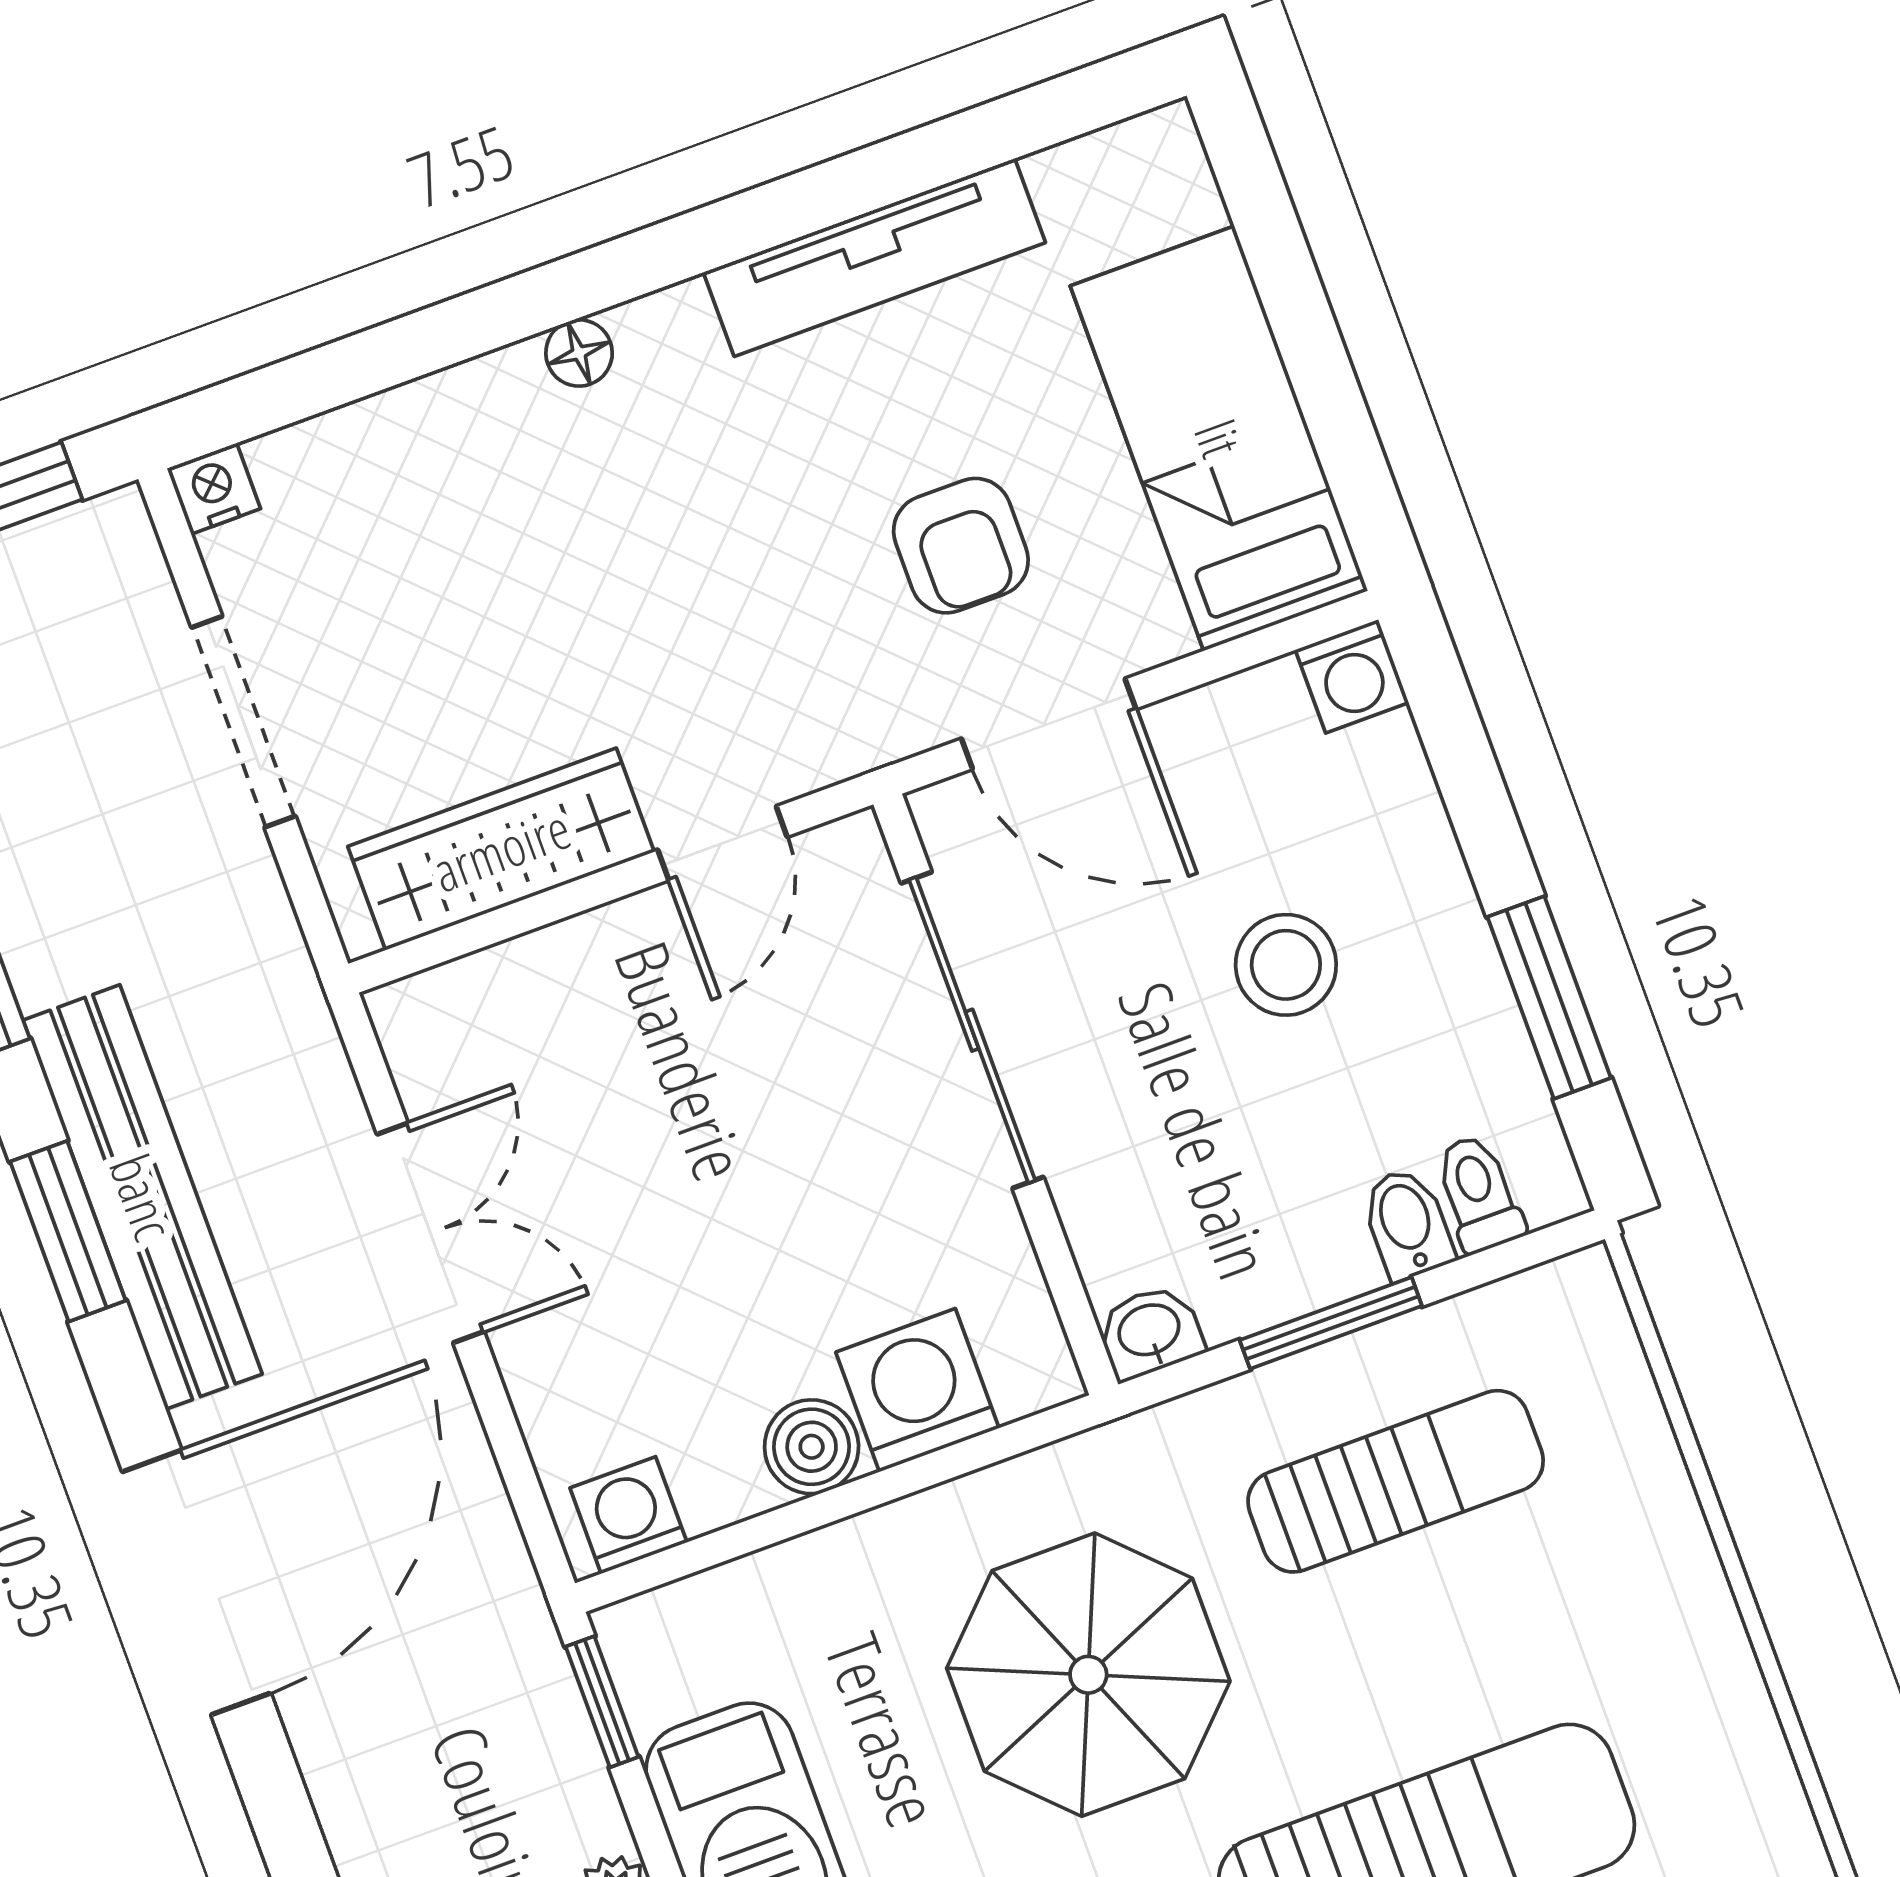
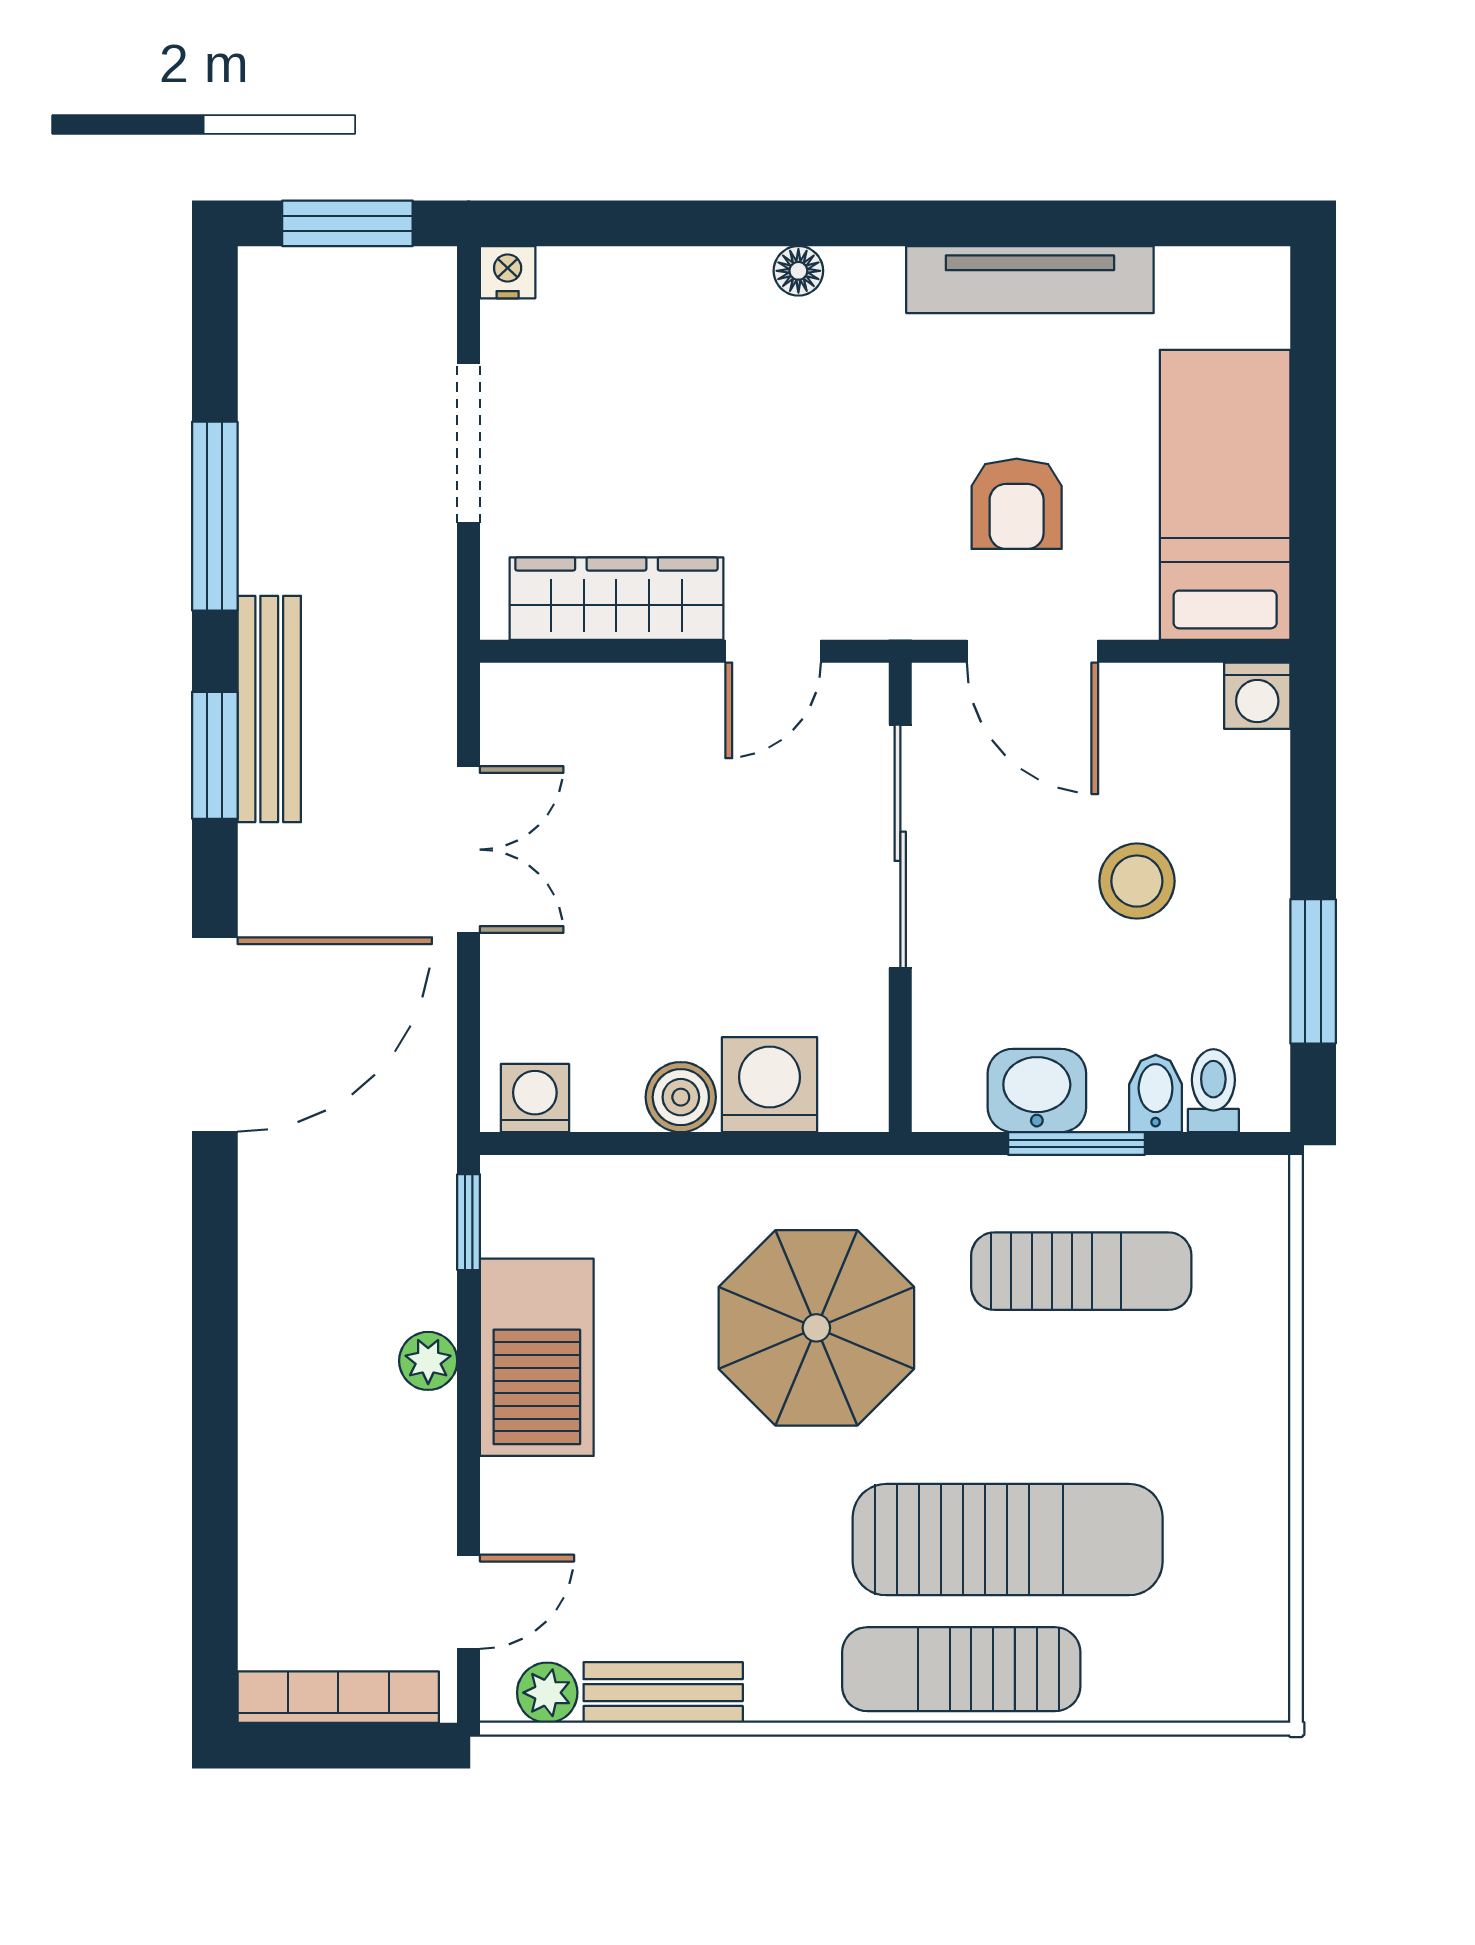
bench: (143, 1197) -> (269, 709), width x0.73, depth x0.82
washbasin: (1150, 1332) -> (1037, 1091), moved, width x1.38, depth x1.45

